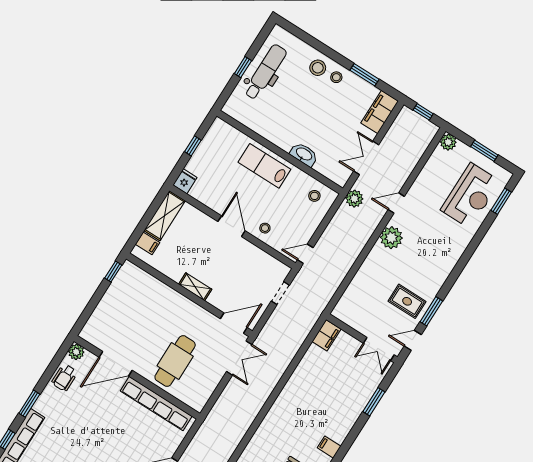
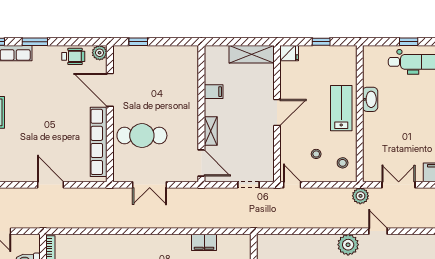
washbasin: (304, 154) -> (370, 99), moved
stool: (265, 228) -> (316, 154), moved
filing cabinet: (147, 243) -> (214, 92), moved, turned -90
window: (113, 271) -> (138, 42), moved
shelving: (195, 287) -> (211, 131), moved
filing cabinet: (327, 335) -> (204, 242), moved
double door: (239, 358) -> (150, 185), moved
wheelchair: (65, 378) -> (73, 56), turned 180

